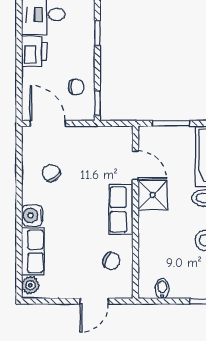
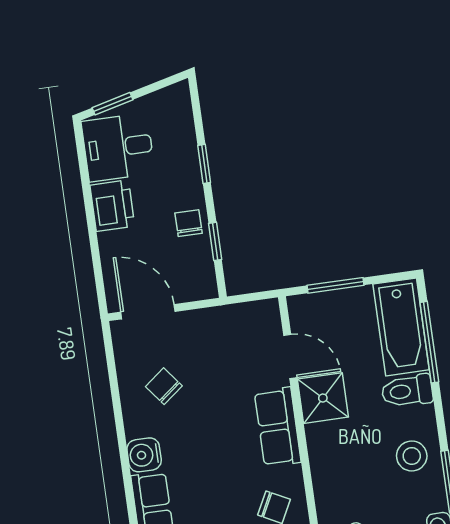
chair: (76, 87) -> (189, 223), moved, turned -90
window: (97, 103) -> (215, 241), moved

